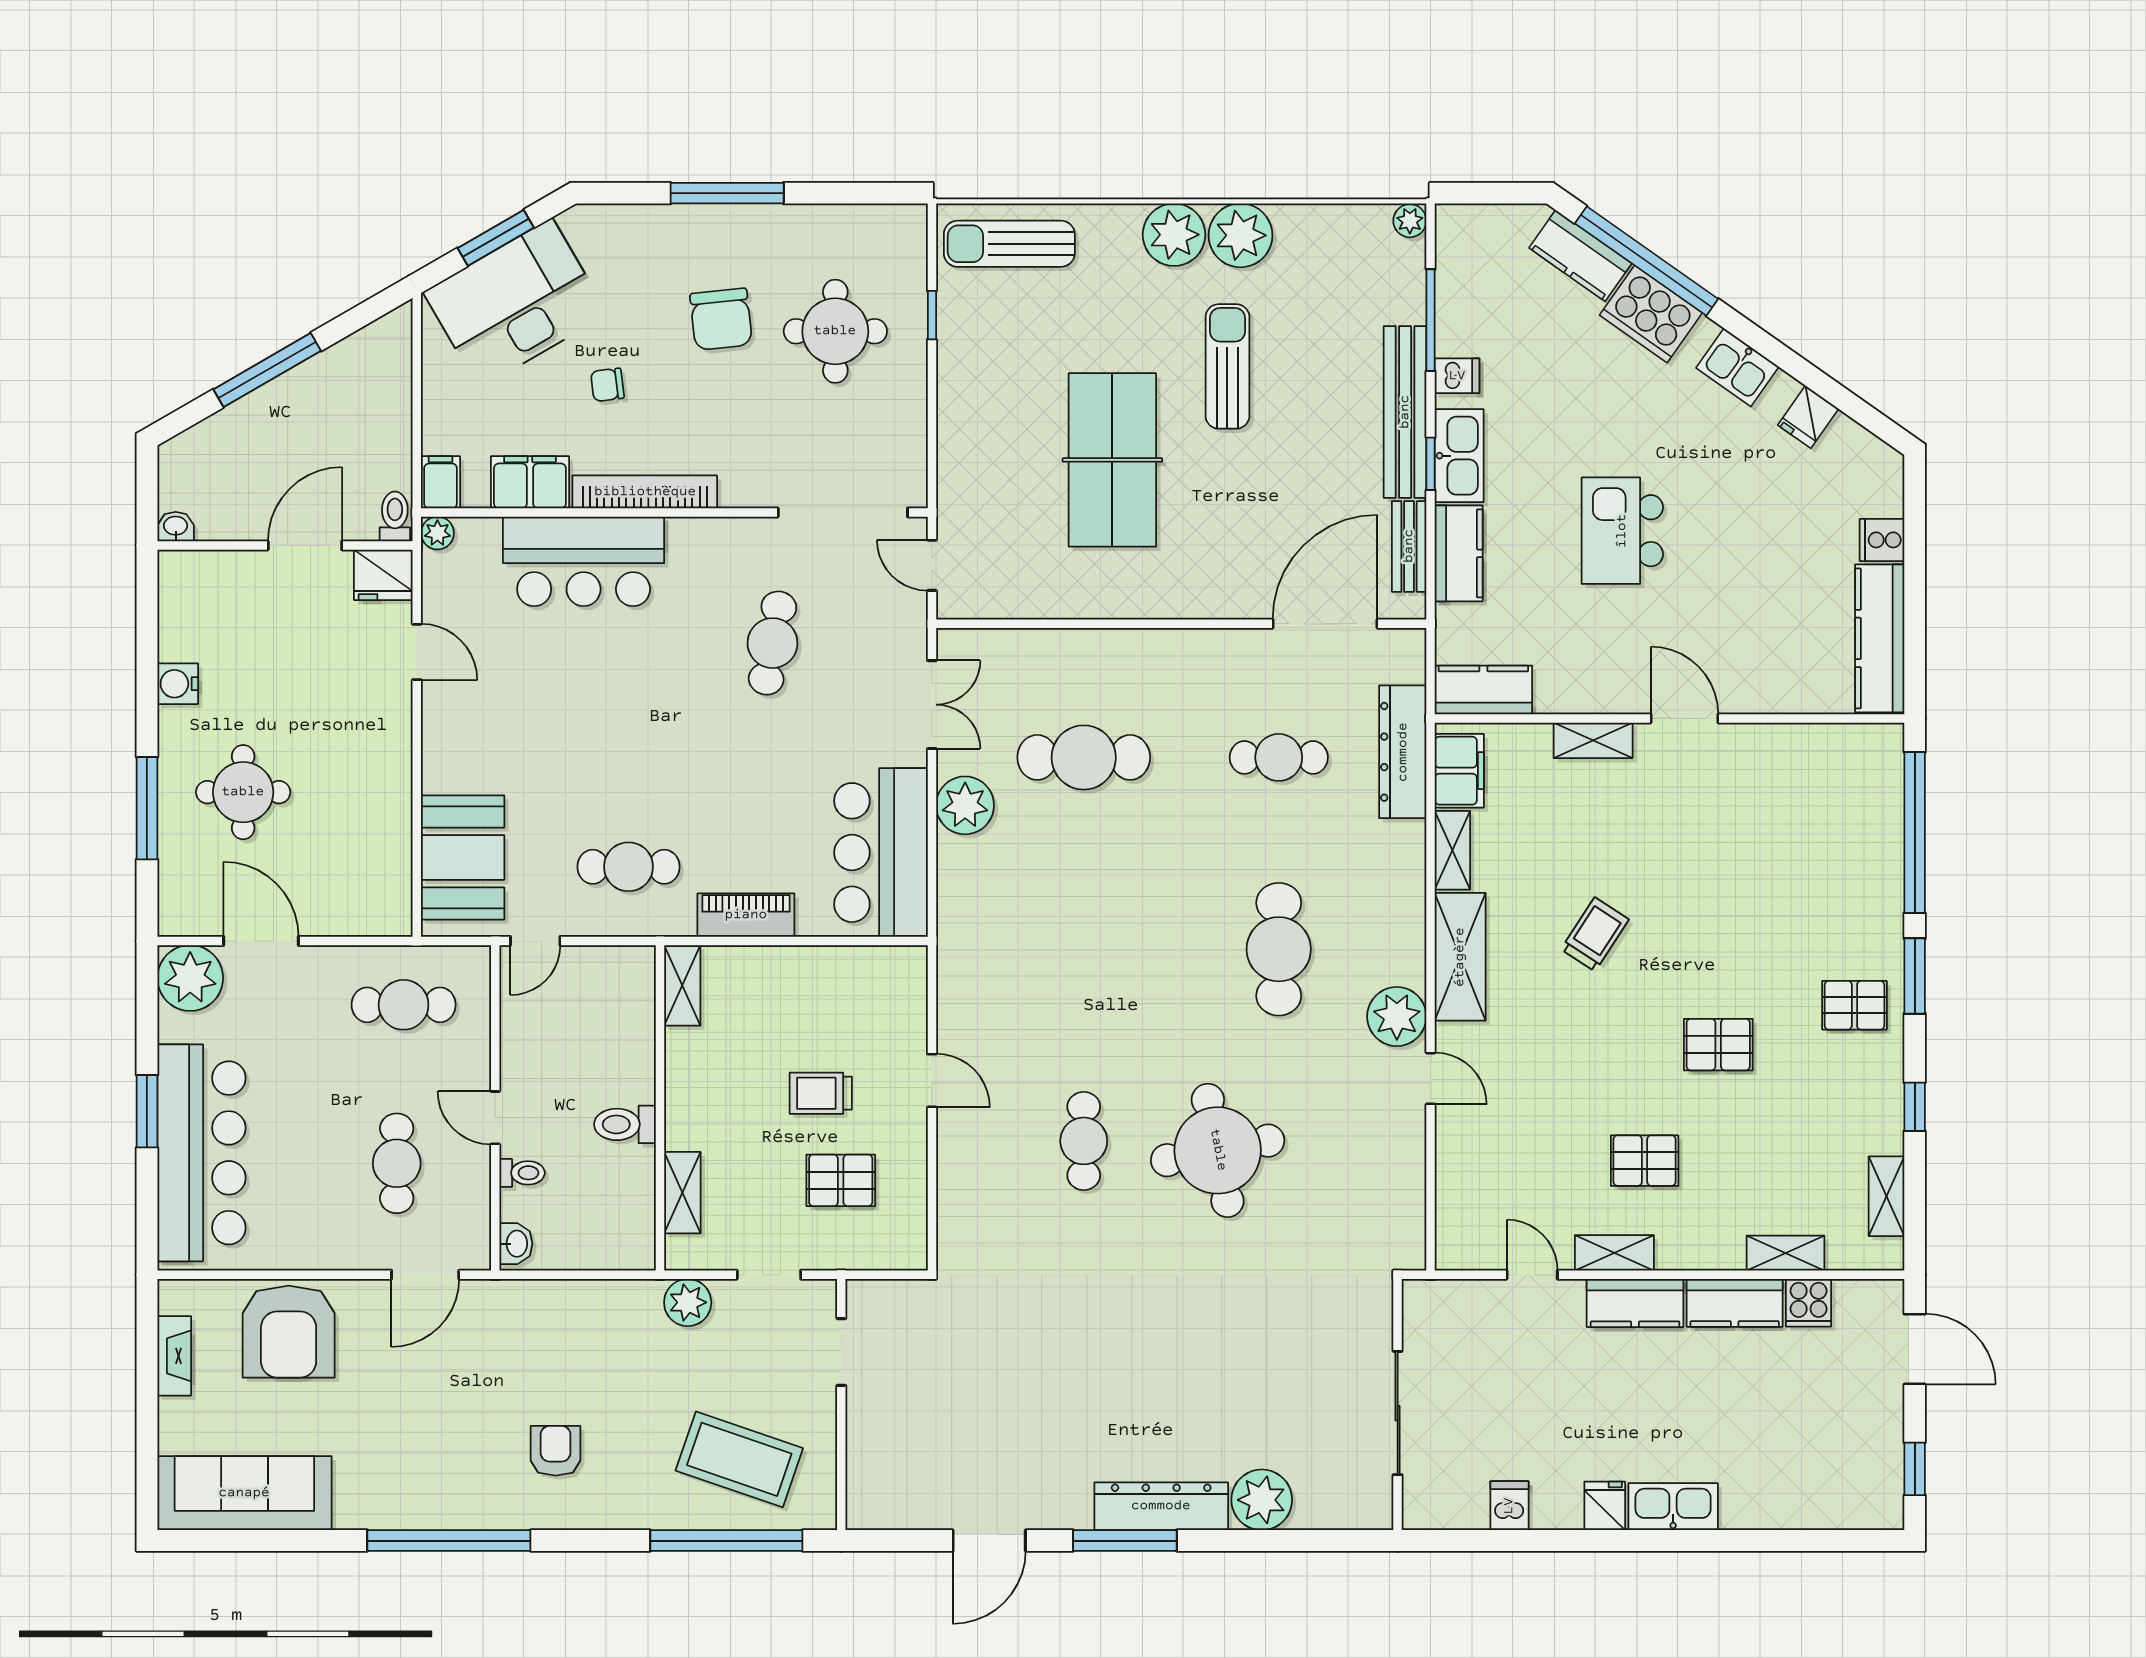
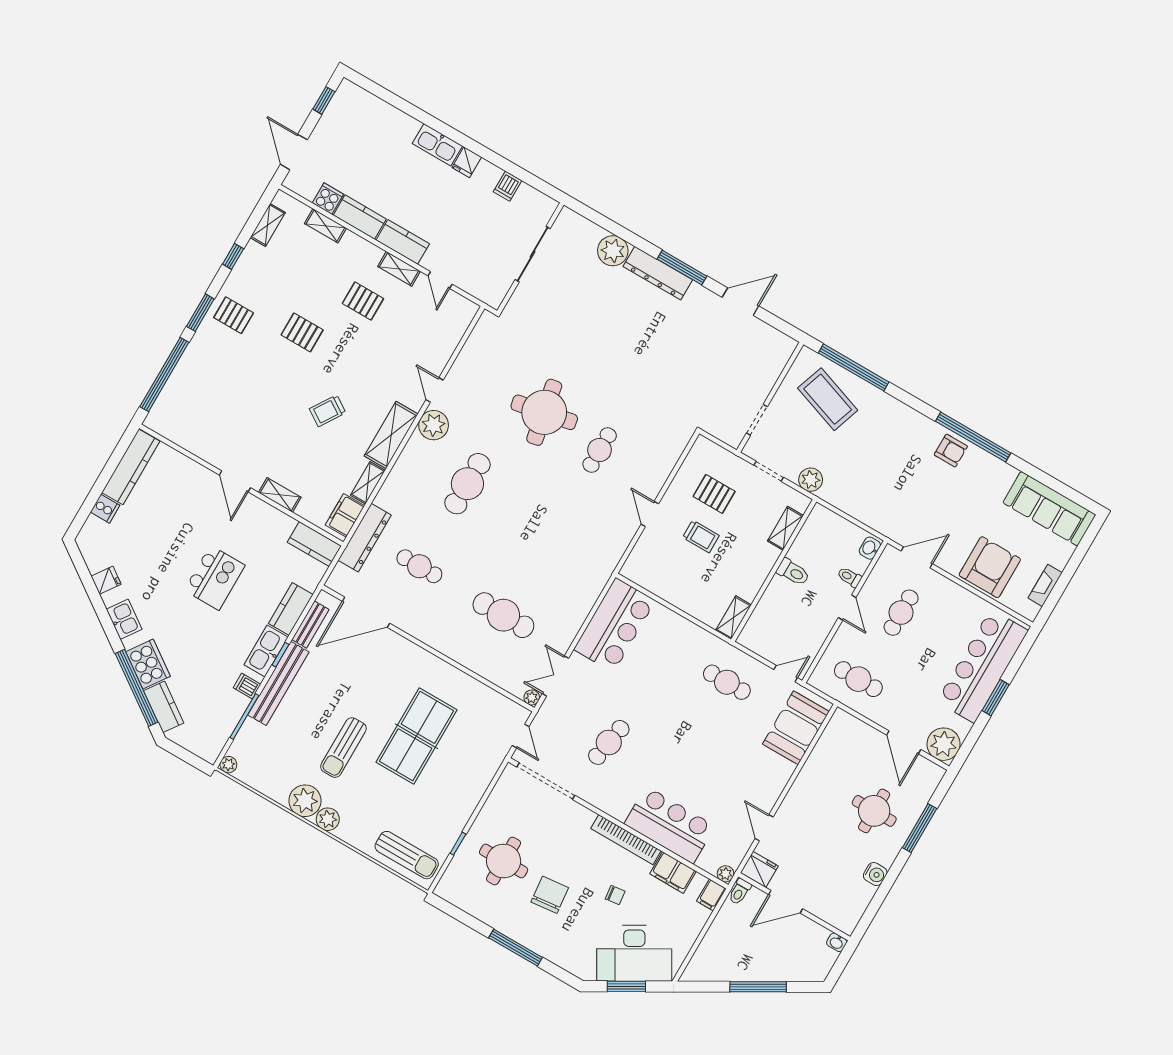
plant: (1174, 235) -> (328, 819), width x0.73, depth x0.73
plant: (965, 805) -> (532, 697), moved, width x0.53, depth x0.53
piano: (746, 915) -> (688, 632), removed
armchair: (556, 1451) -> (951, 451), moved, turned -90

